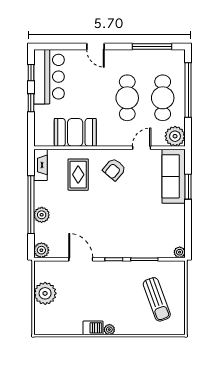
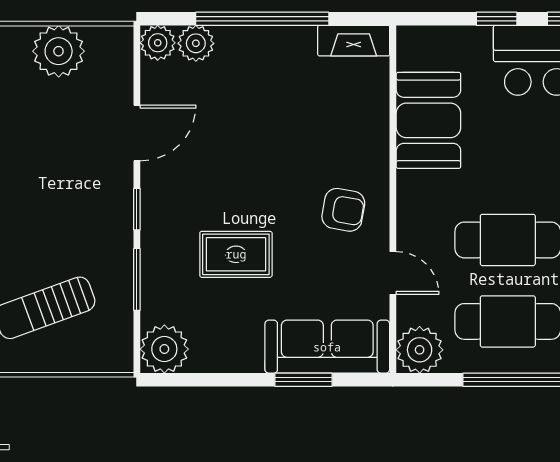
armchair: (114, 169) -> (343, 210), turned 150
rug: (78, 175) -> (236, 254), moved
plant: (42, 215) -> (196, 43), moved
plant: (180, 252) -> (164, 349), width x1.87, depth x1.87

